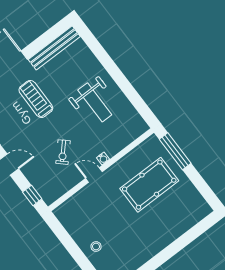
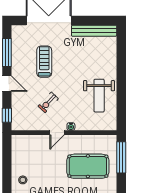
treadmill: (36, 99) -> (44, 62), moved
weight bench: (95, 102) -> (99, 96), moved
door: (94, 175) -> (57, 133), swing flipped

